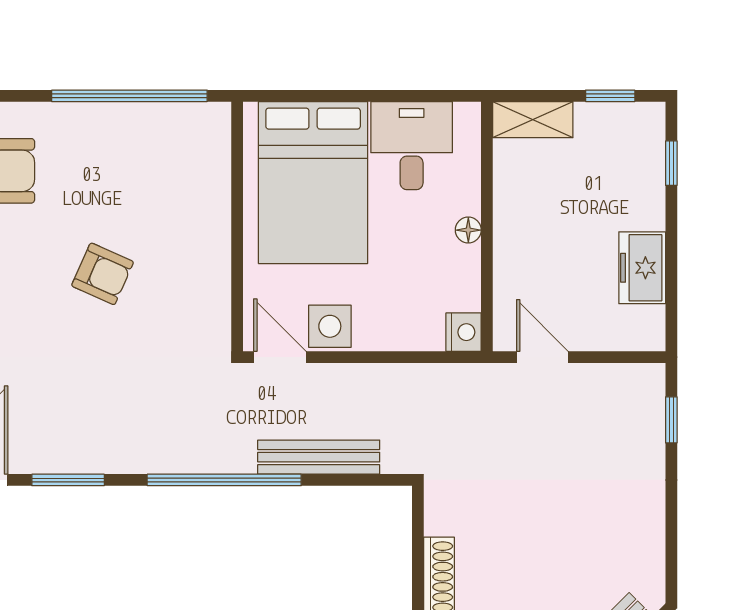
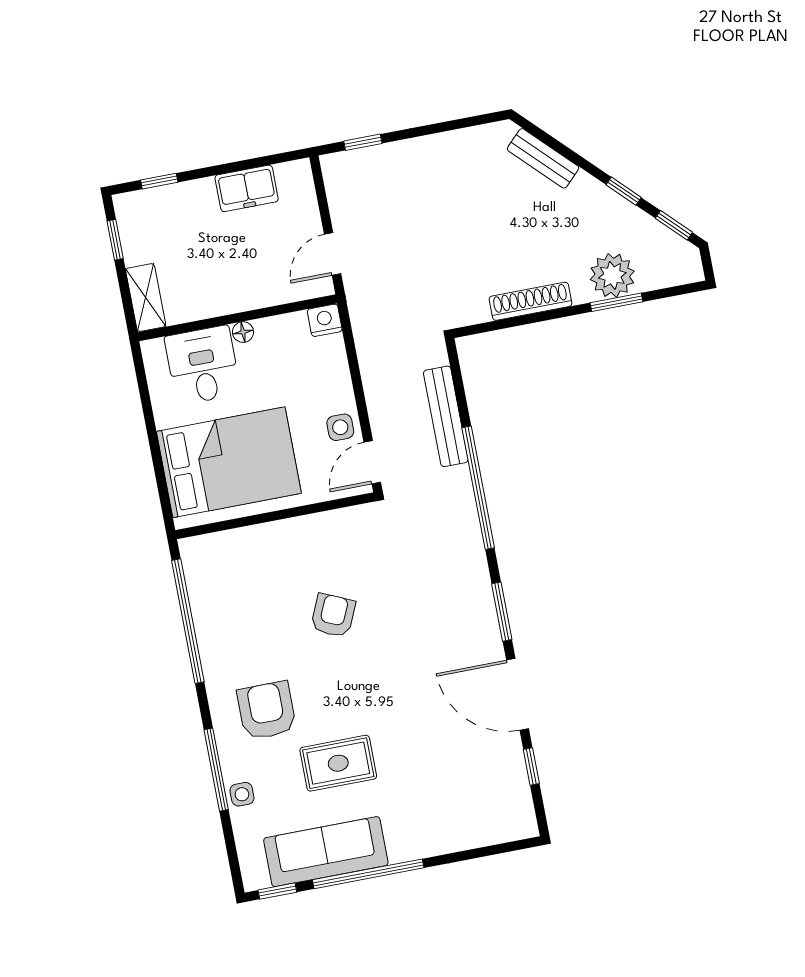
desk: (412, 146) -> (203, 365), moved, turned 90
side table: (330, 326) -> (340, 427), width x0.73, depth x0.73

